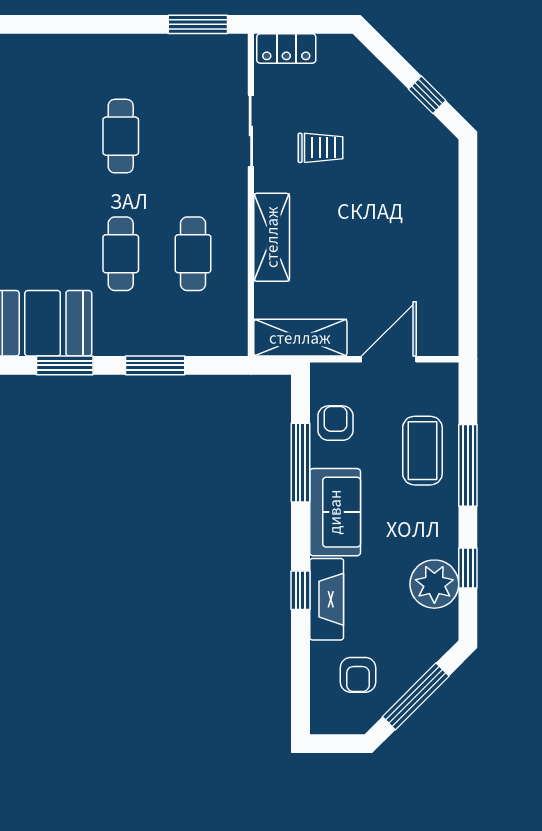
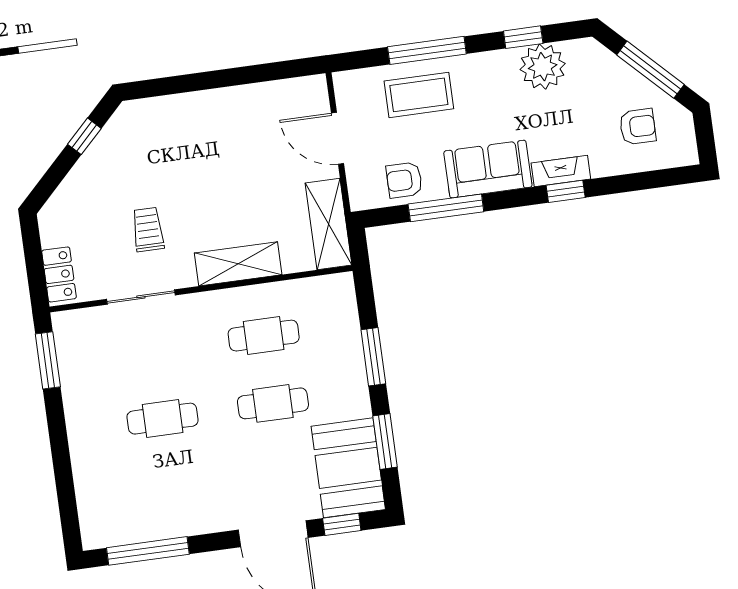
fireplace: (327, 599) -> (561, 171), width x0.73, depth x0.76

